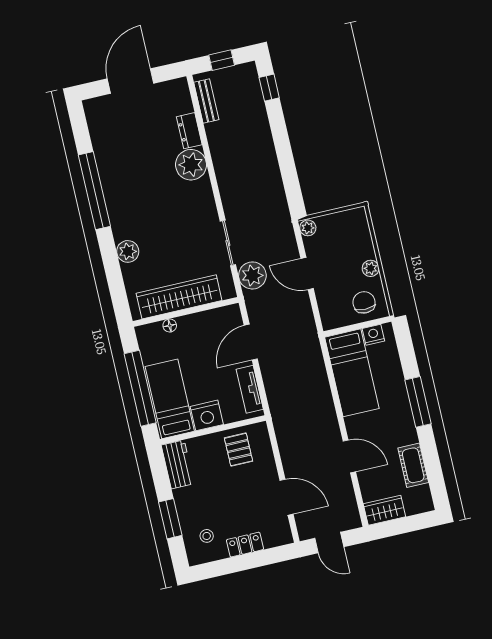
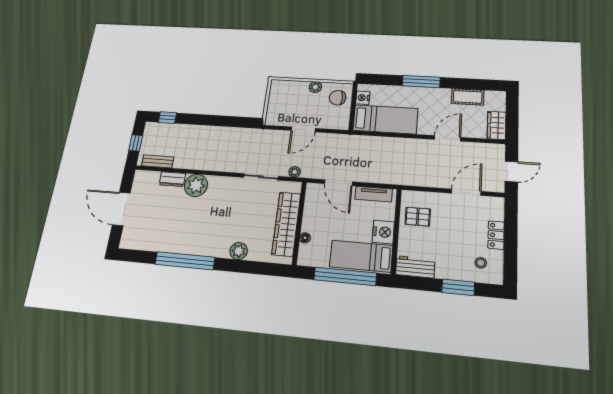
plant: (308, 228) -> (272, 120), removed
plant: (252, 275) -> (295, 172), width x0.53, depth x0.53

